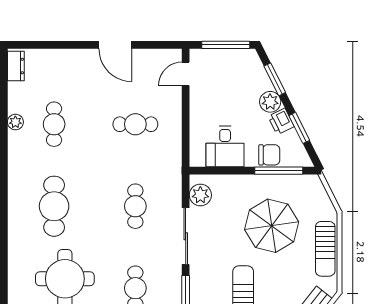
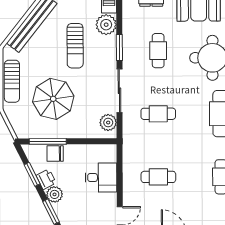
desk: (225, 146) -> (101, 177), moved, turned 90
cafe table: (135, 206) -> (158, 114), turned 90
sun lounger: (325, 249) -> (12, 81), turned 180

